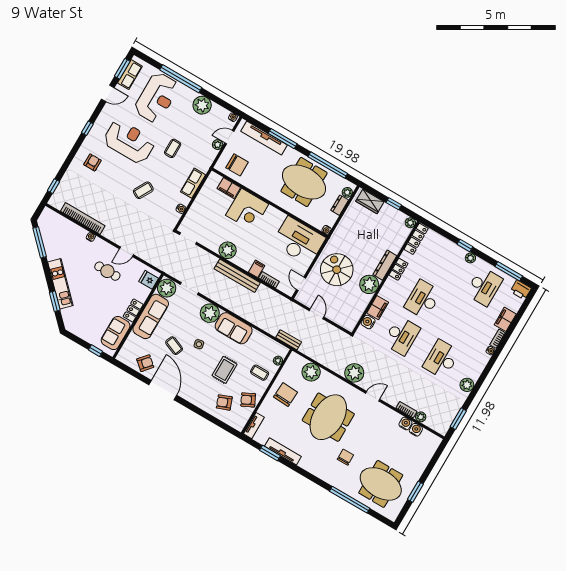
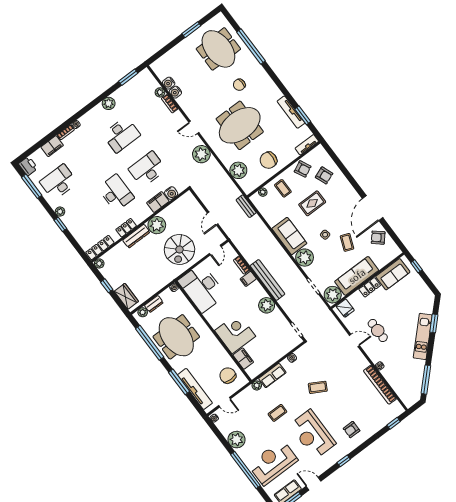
plant: (218, 145) -> (257, 385), moved
desk: (423, 299) -> (116, 193), turned -90

